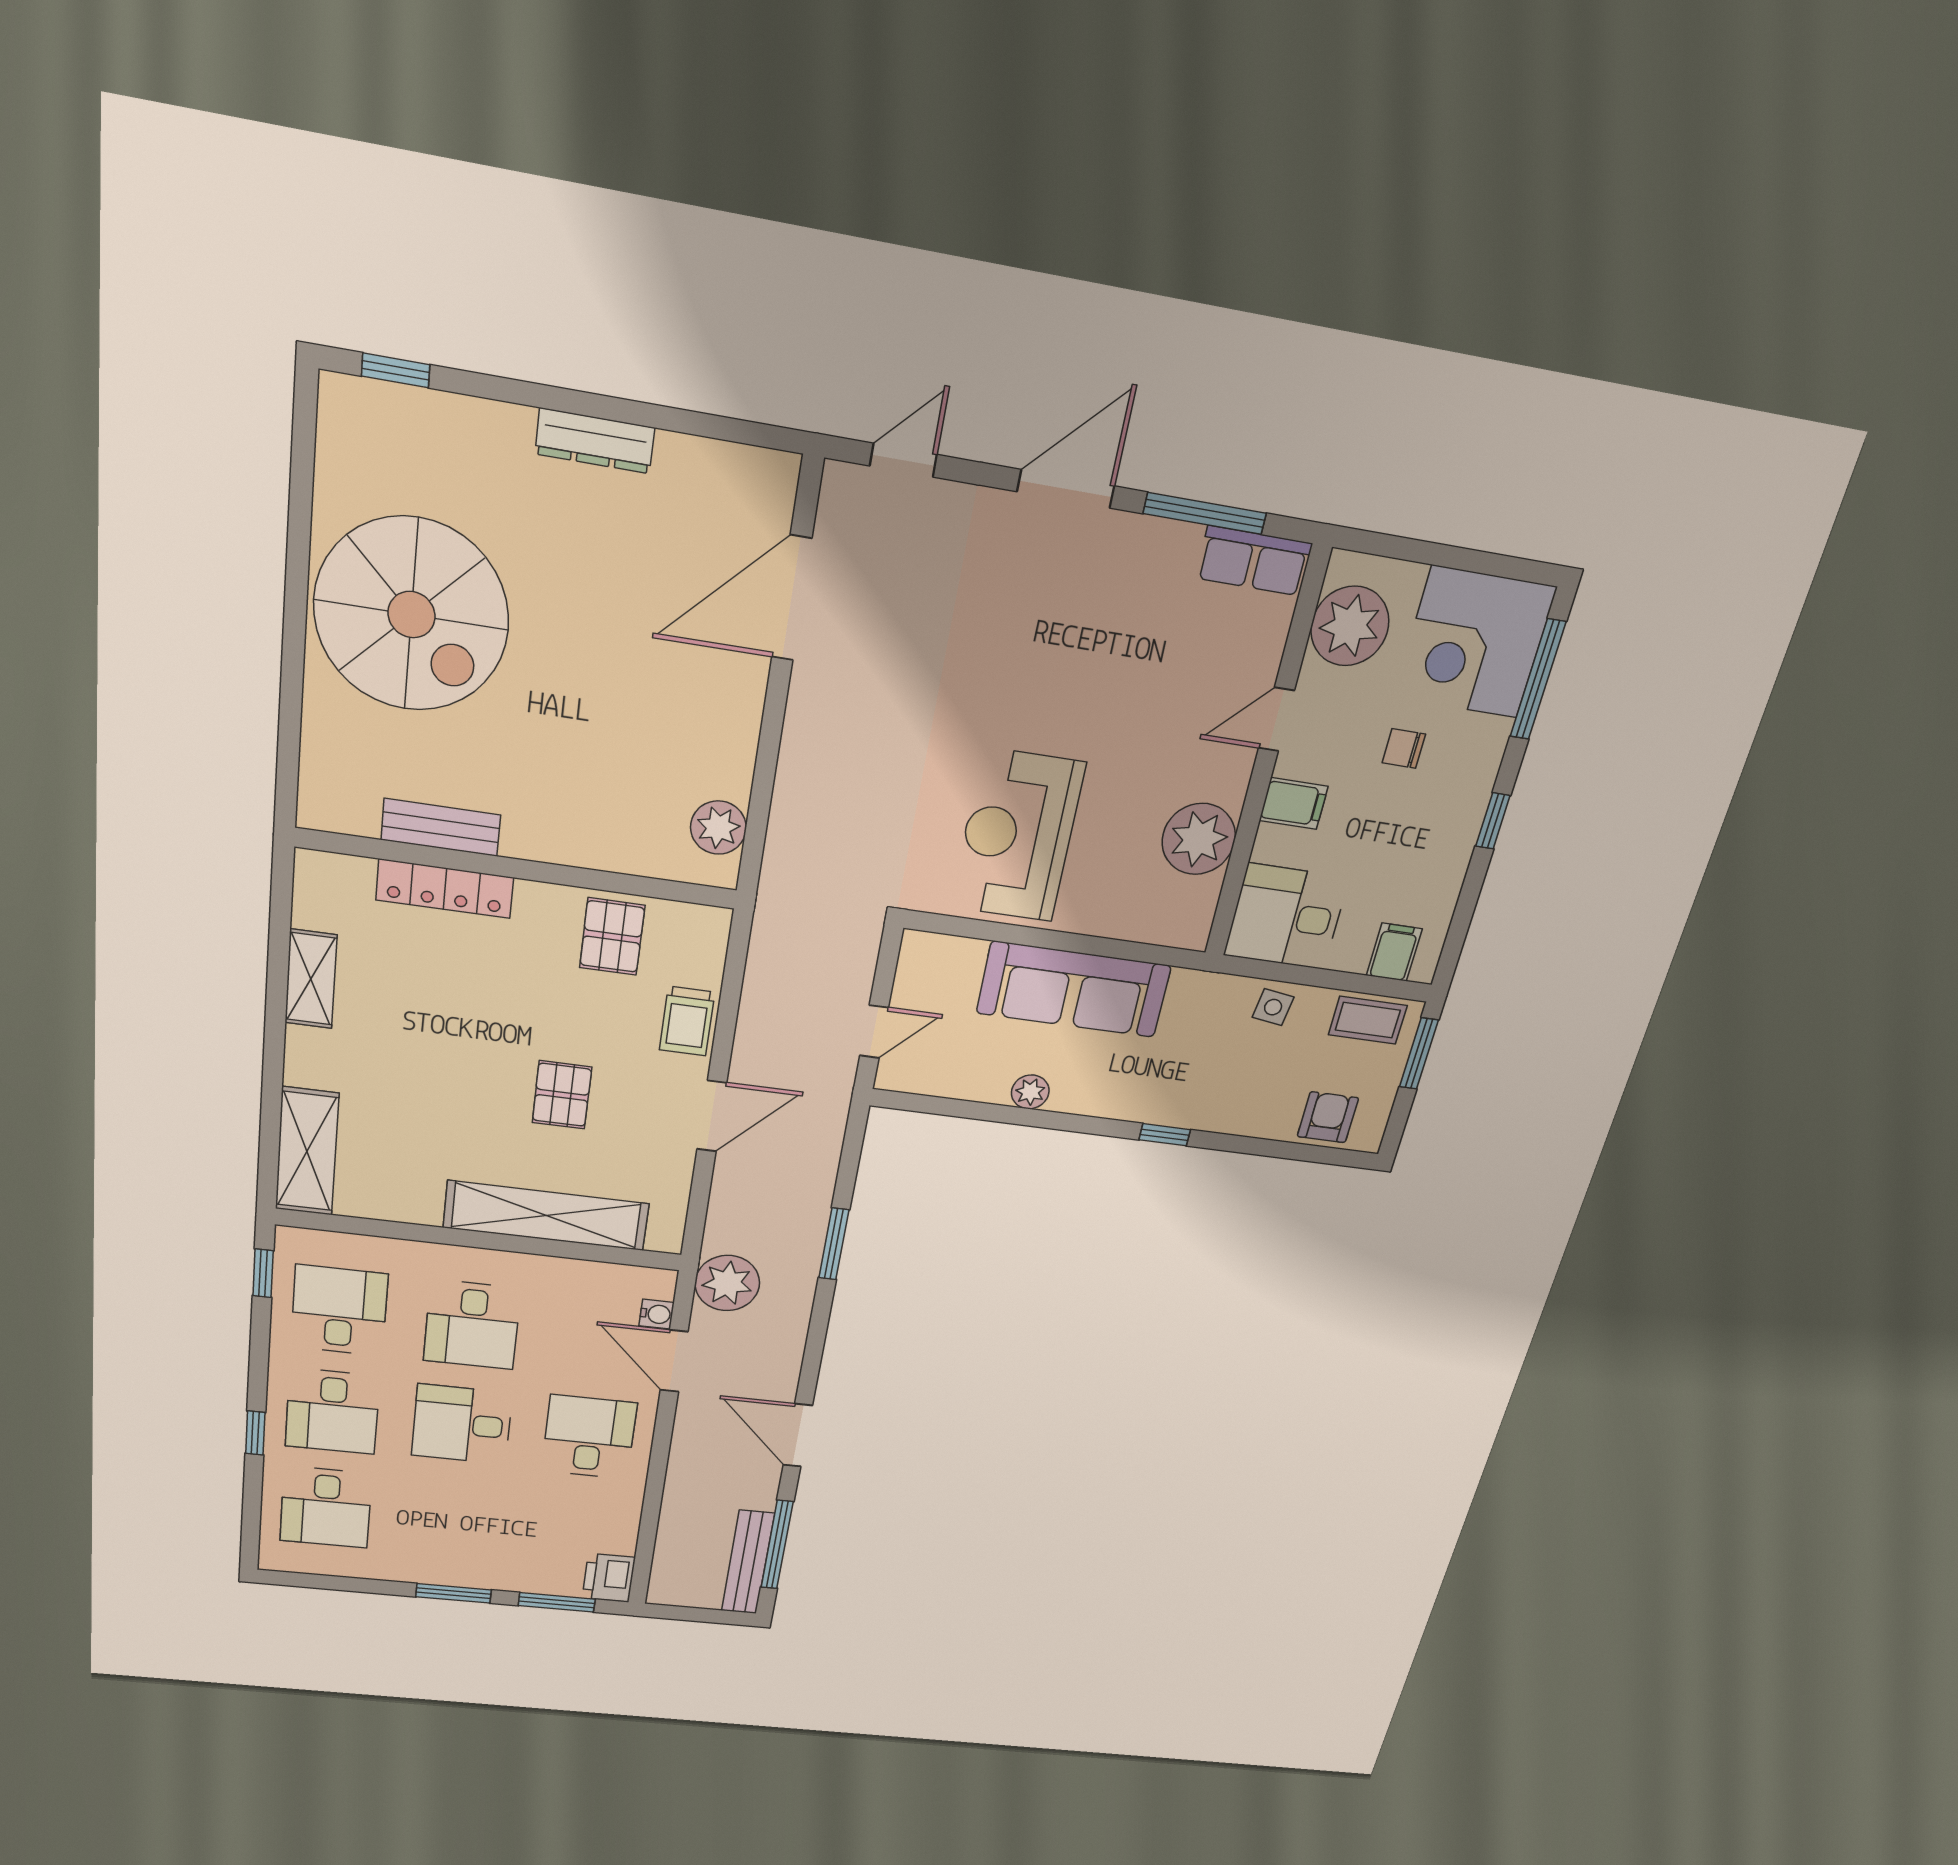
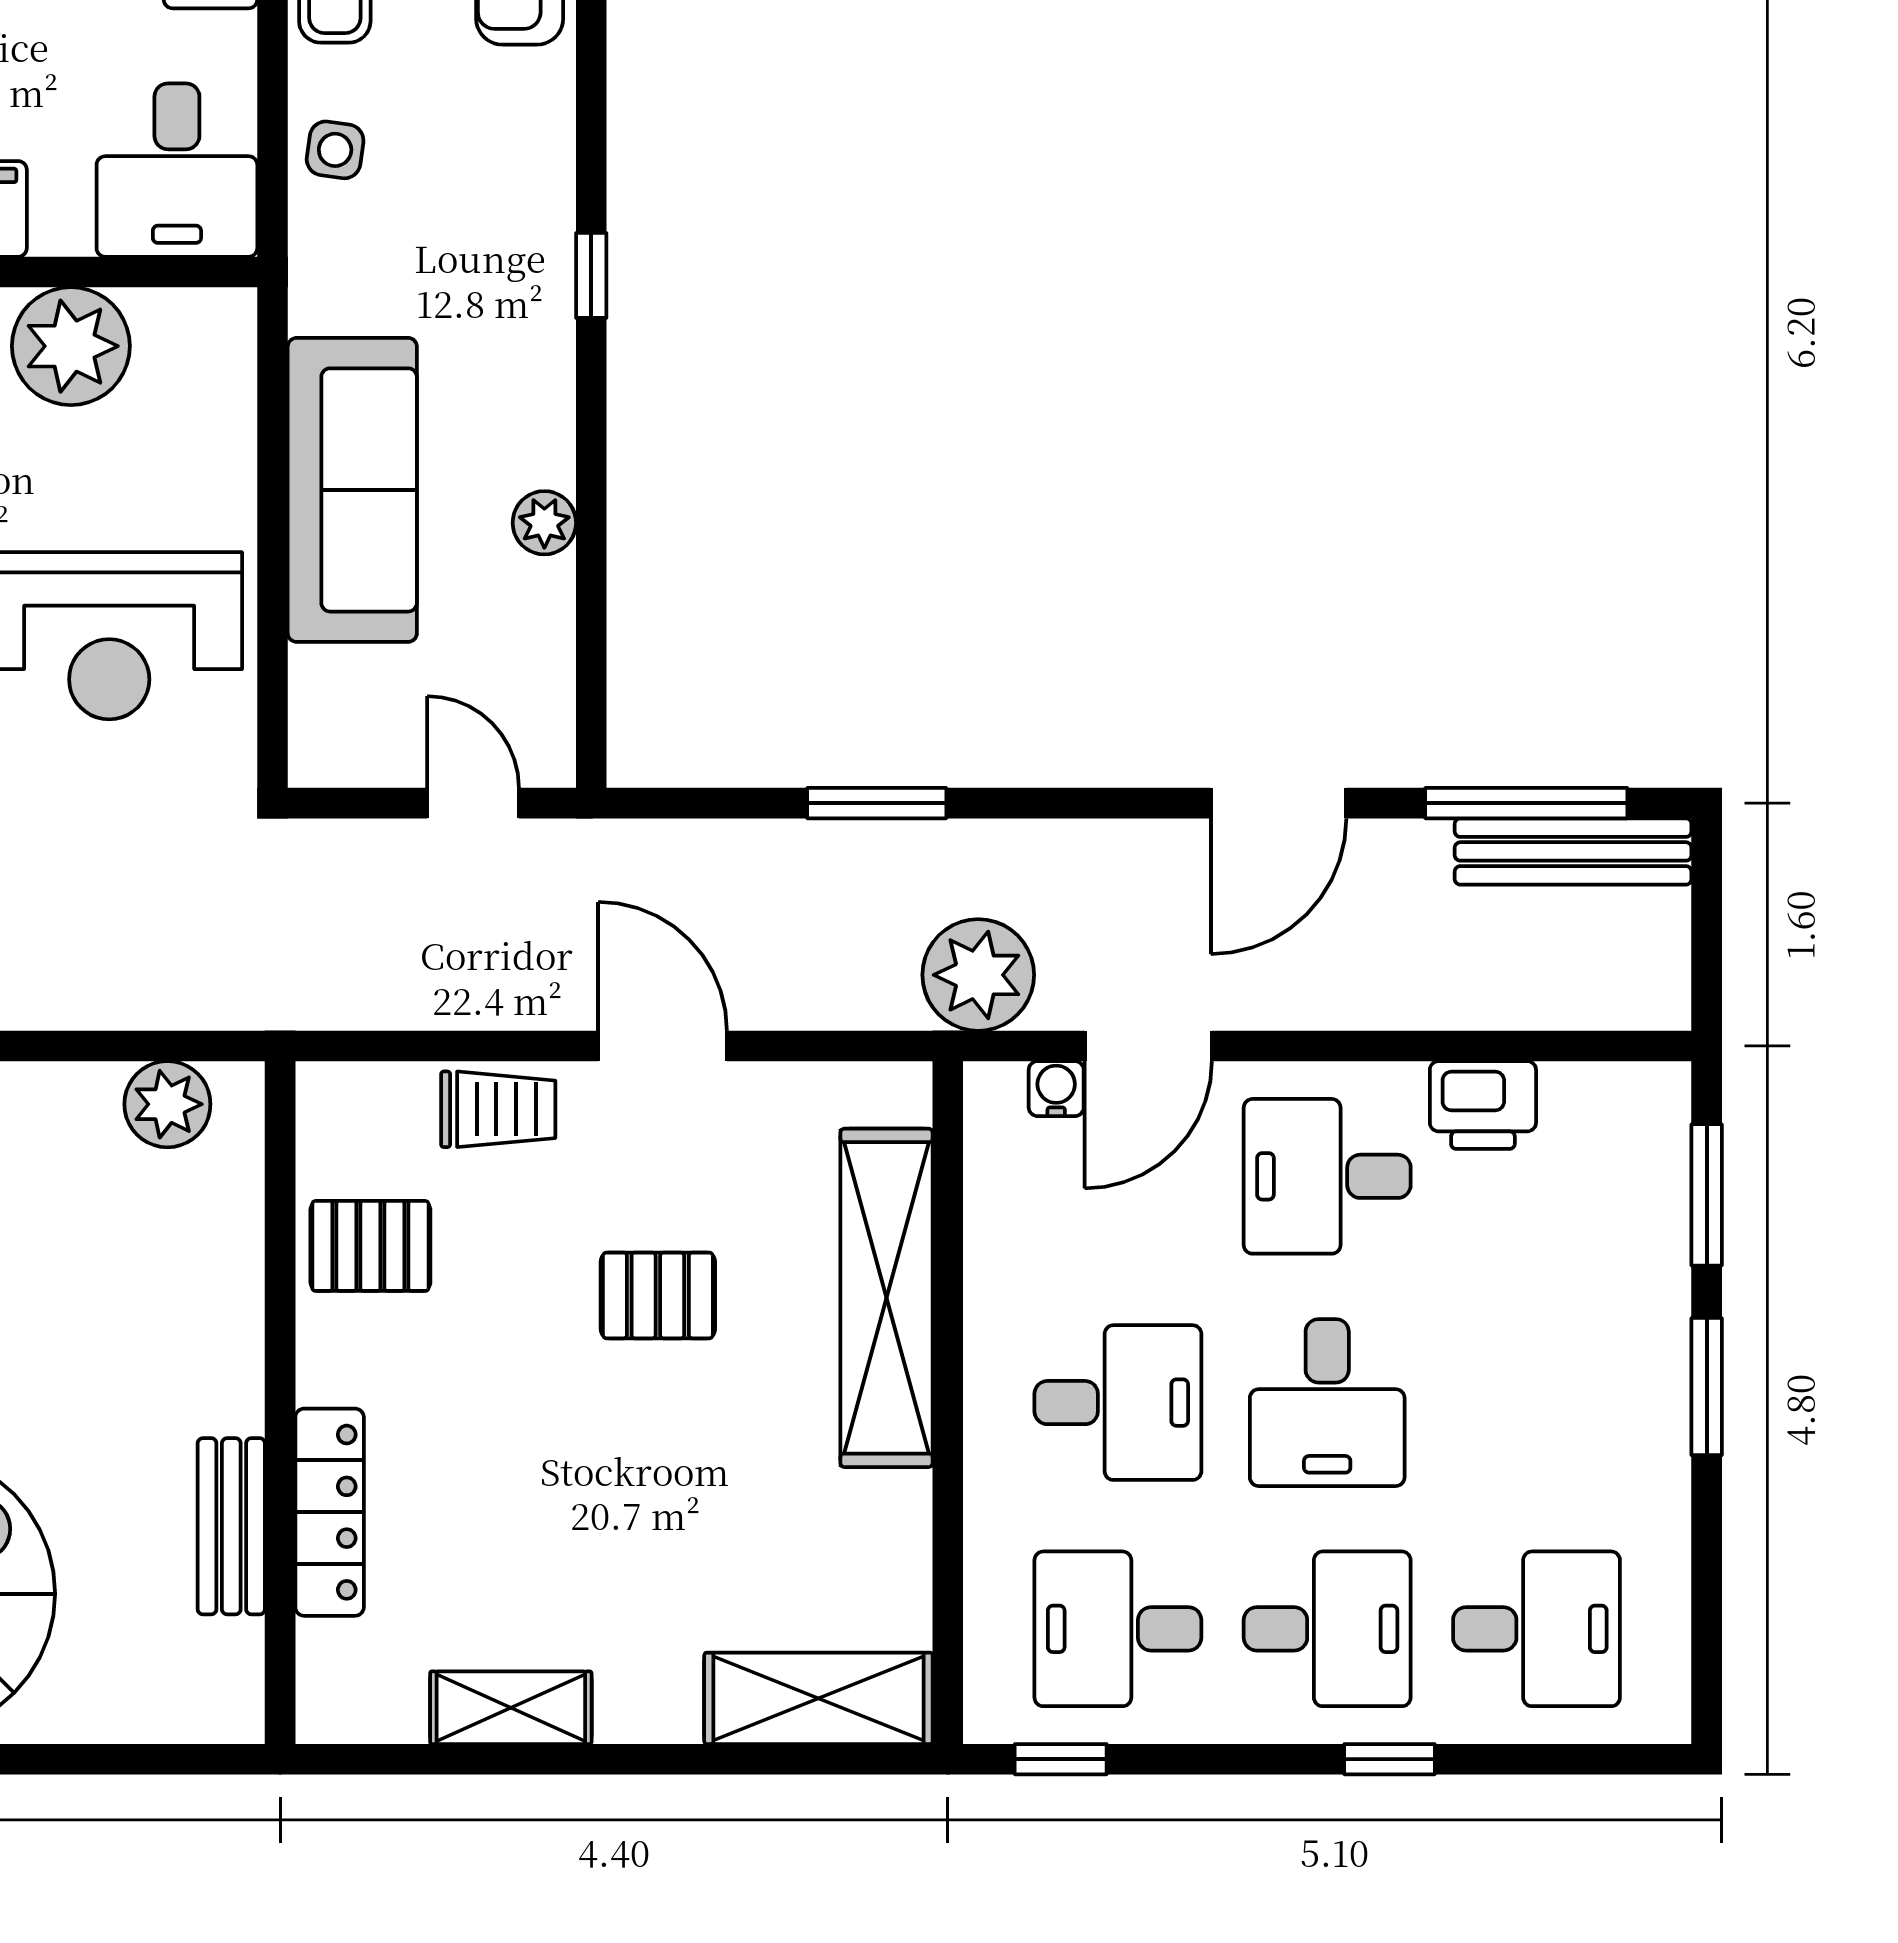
printer: (609, 1578) -> (1483, 1105), moved

